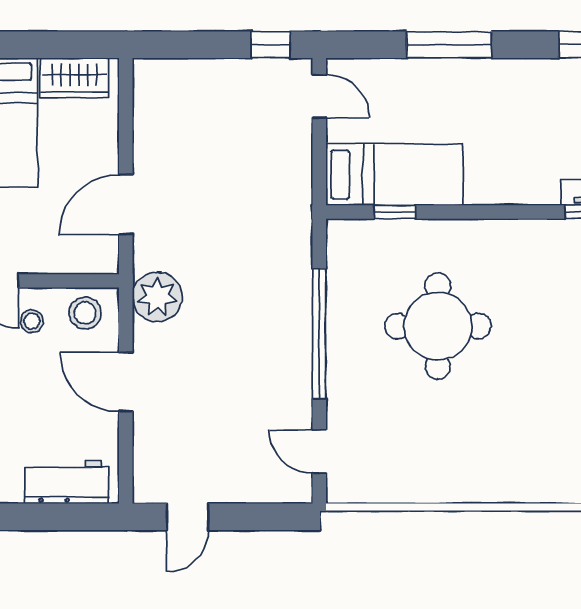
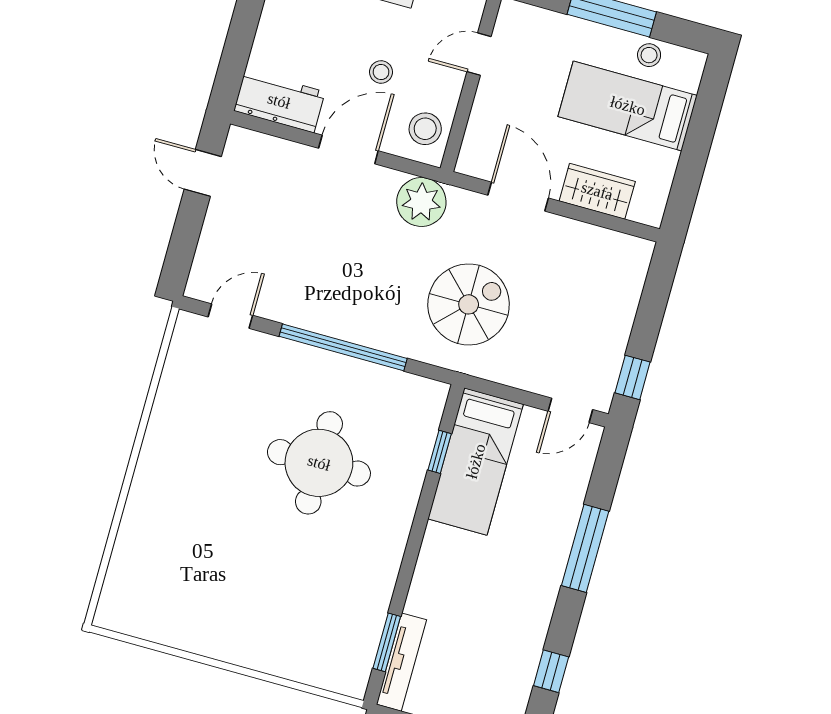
wardrobe: (74, 78) -> (597, 191), moved, turned 90
spiral stairs: (244, 224) -> (469, 304), added
stool: (32, 321) -> (381, 72), moved
workbench: (67, 482) -> (279, 101), moved, turned -90

